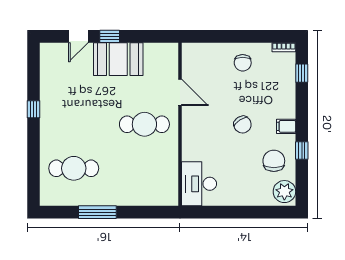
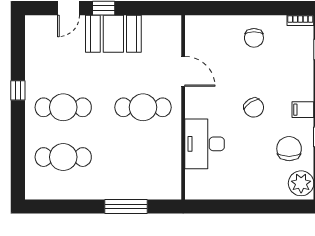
cafe table: (74, 124) -> (63, 107), added
desk: (199, 184) -> (205, 144), moved
window: (97, 212) -> (126, 206), moved

